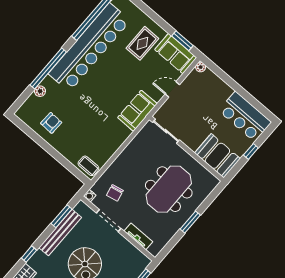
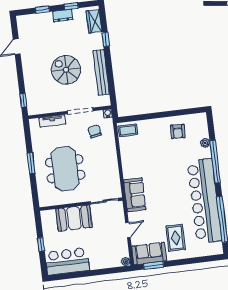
booth: (217, 156) -> (74, 218), moved
window: (61, 216) -> (111, 83), removed

